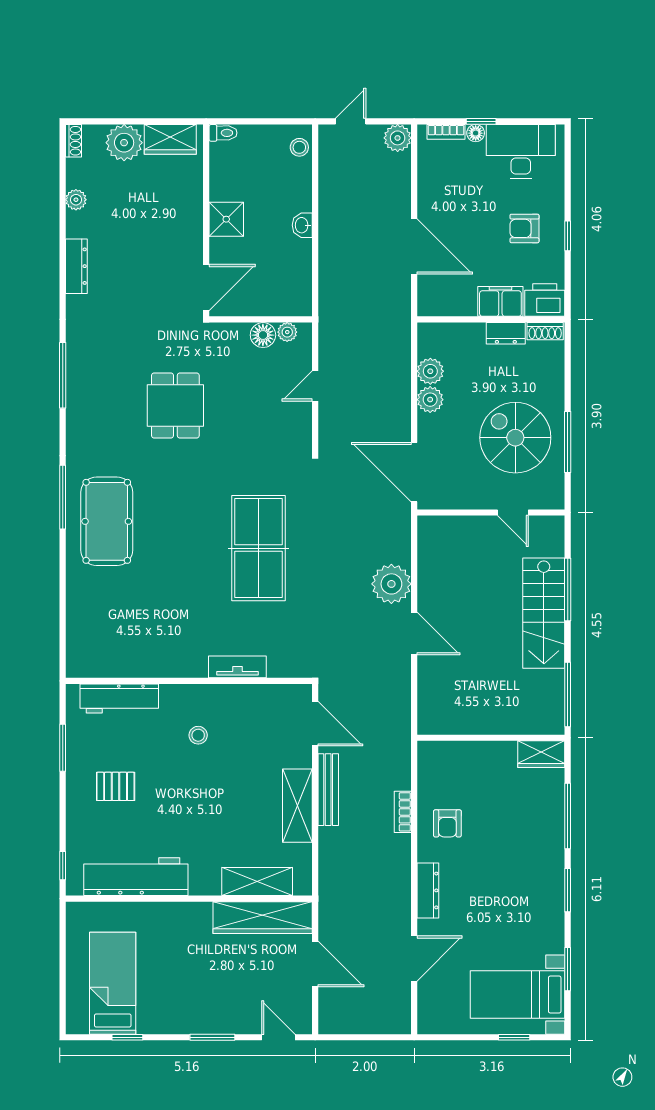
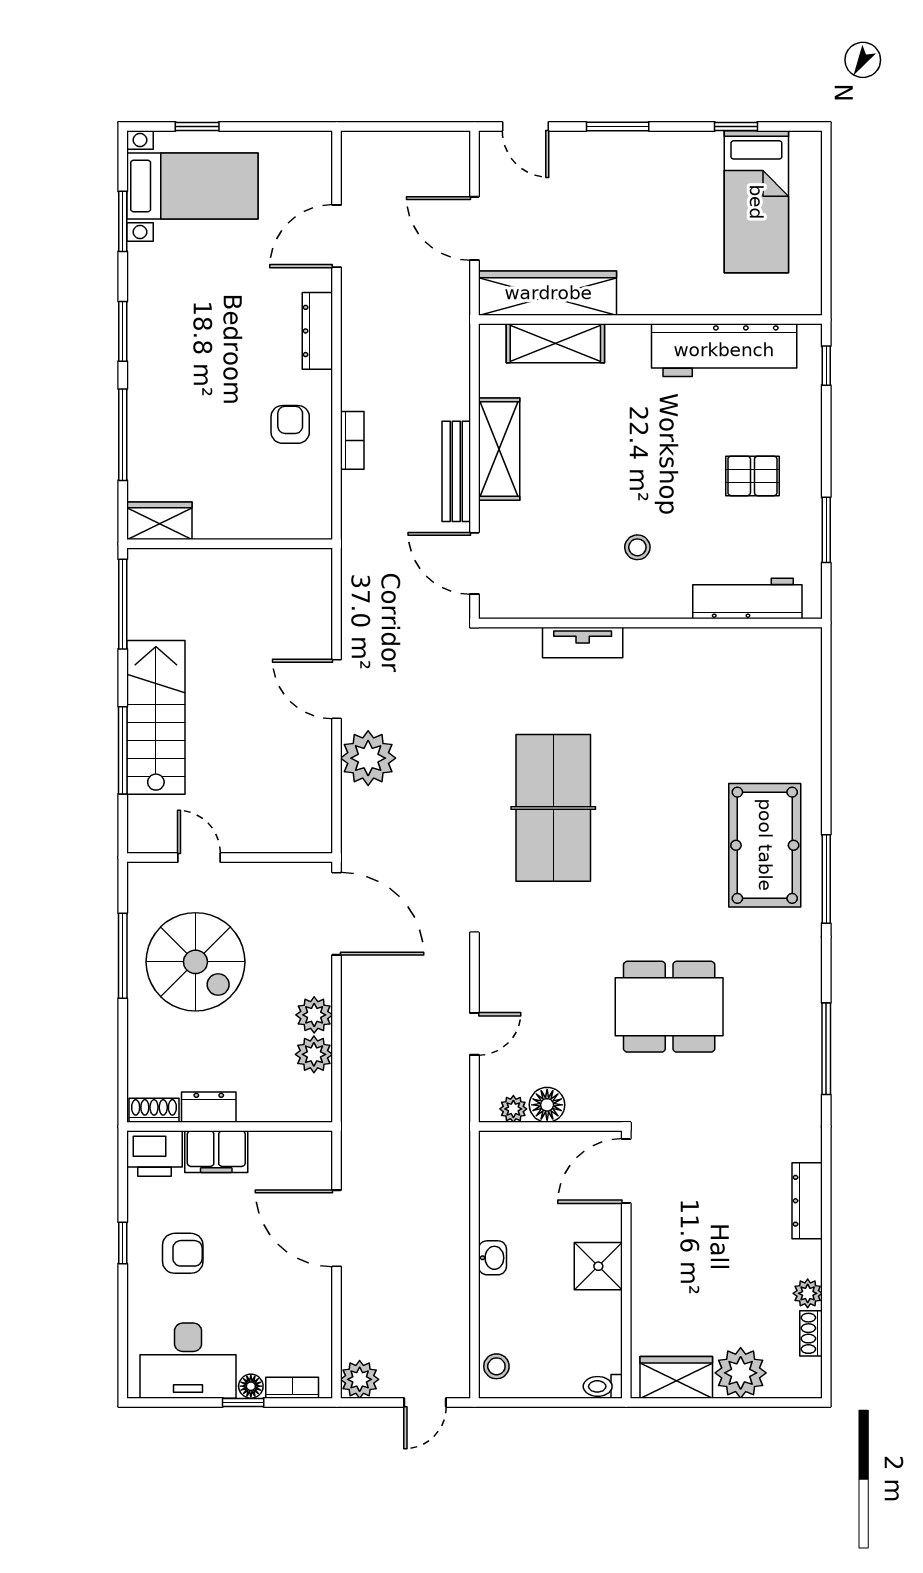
shoe rack: (74, 141) -> (811, 1333), moved
dining table: (175, 405) -> (669, 1007), width x1.38

